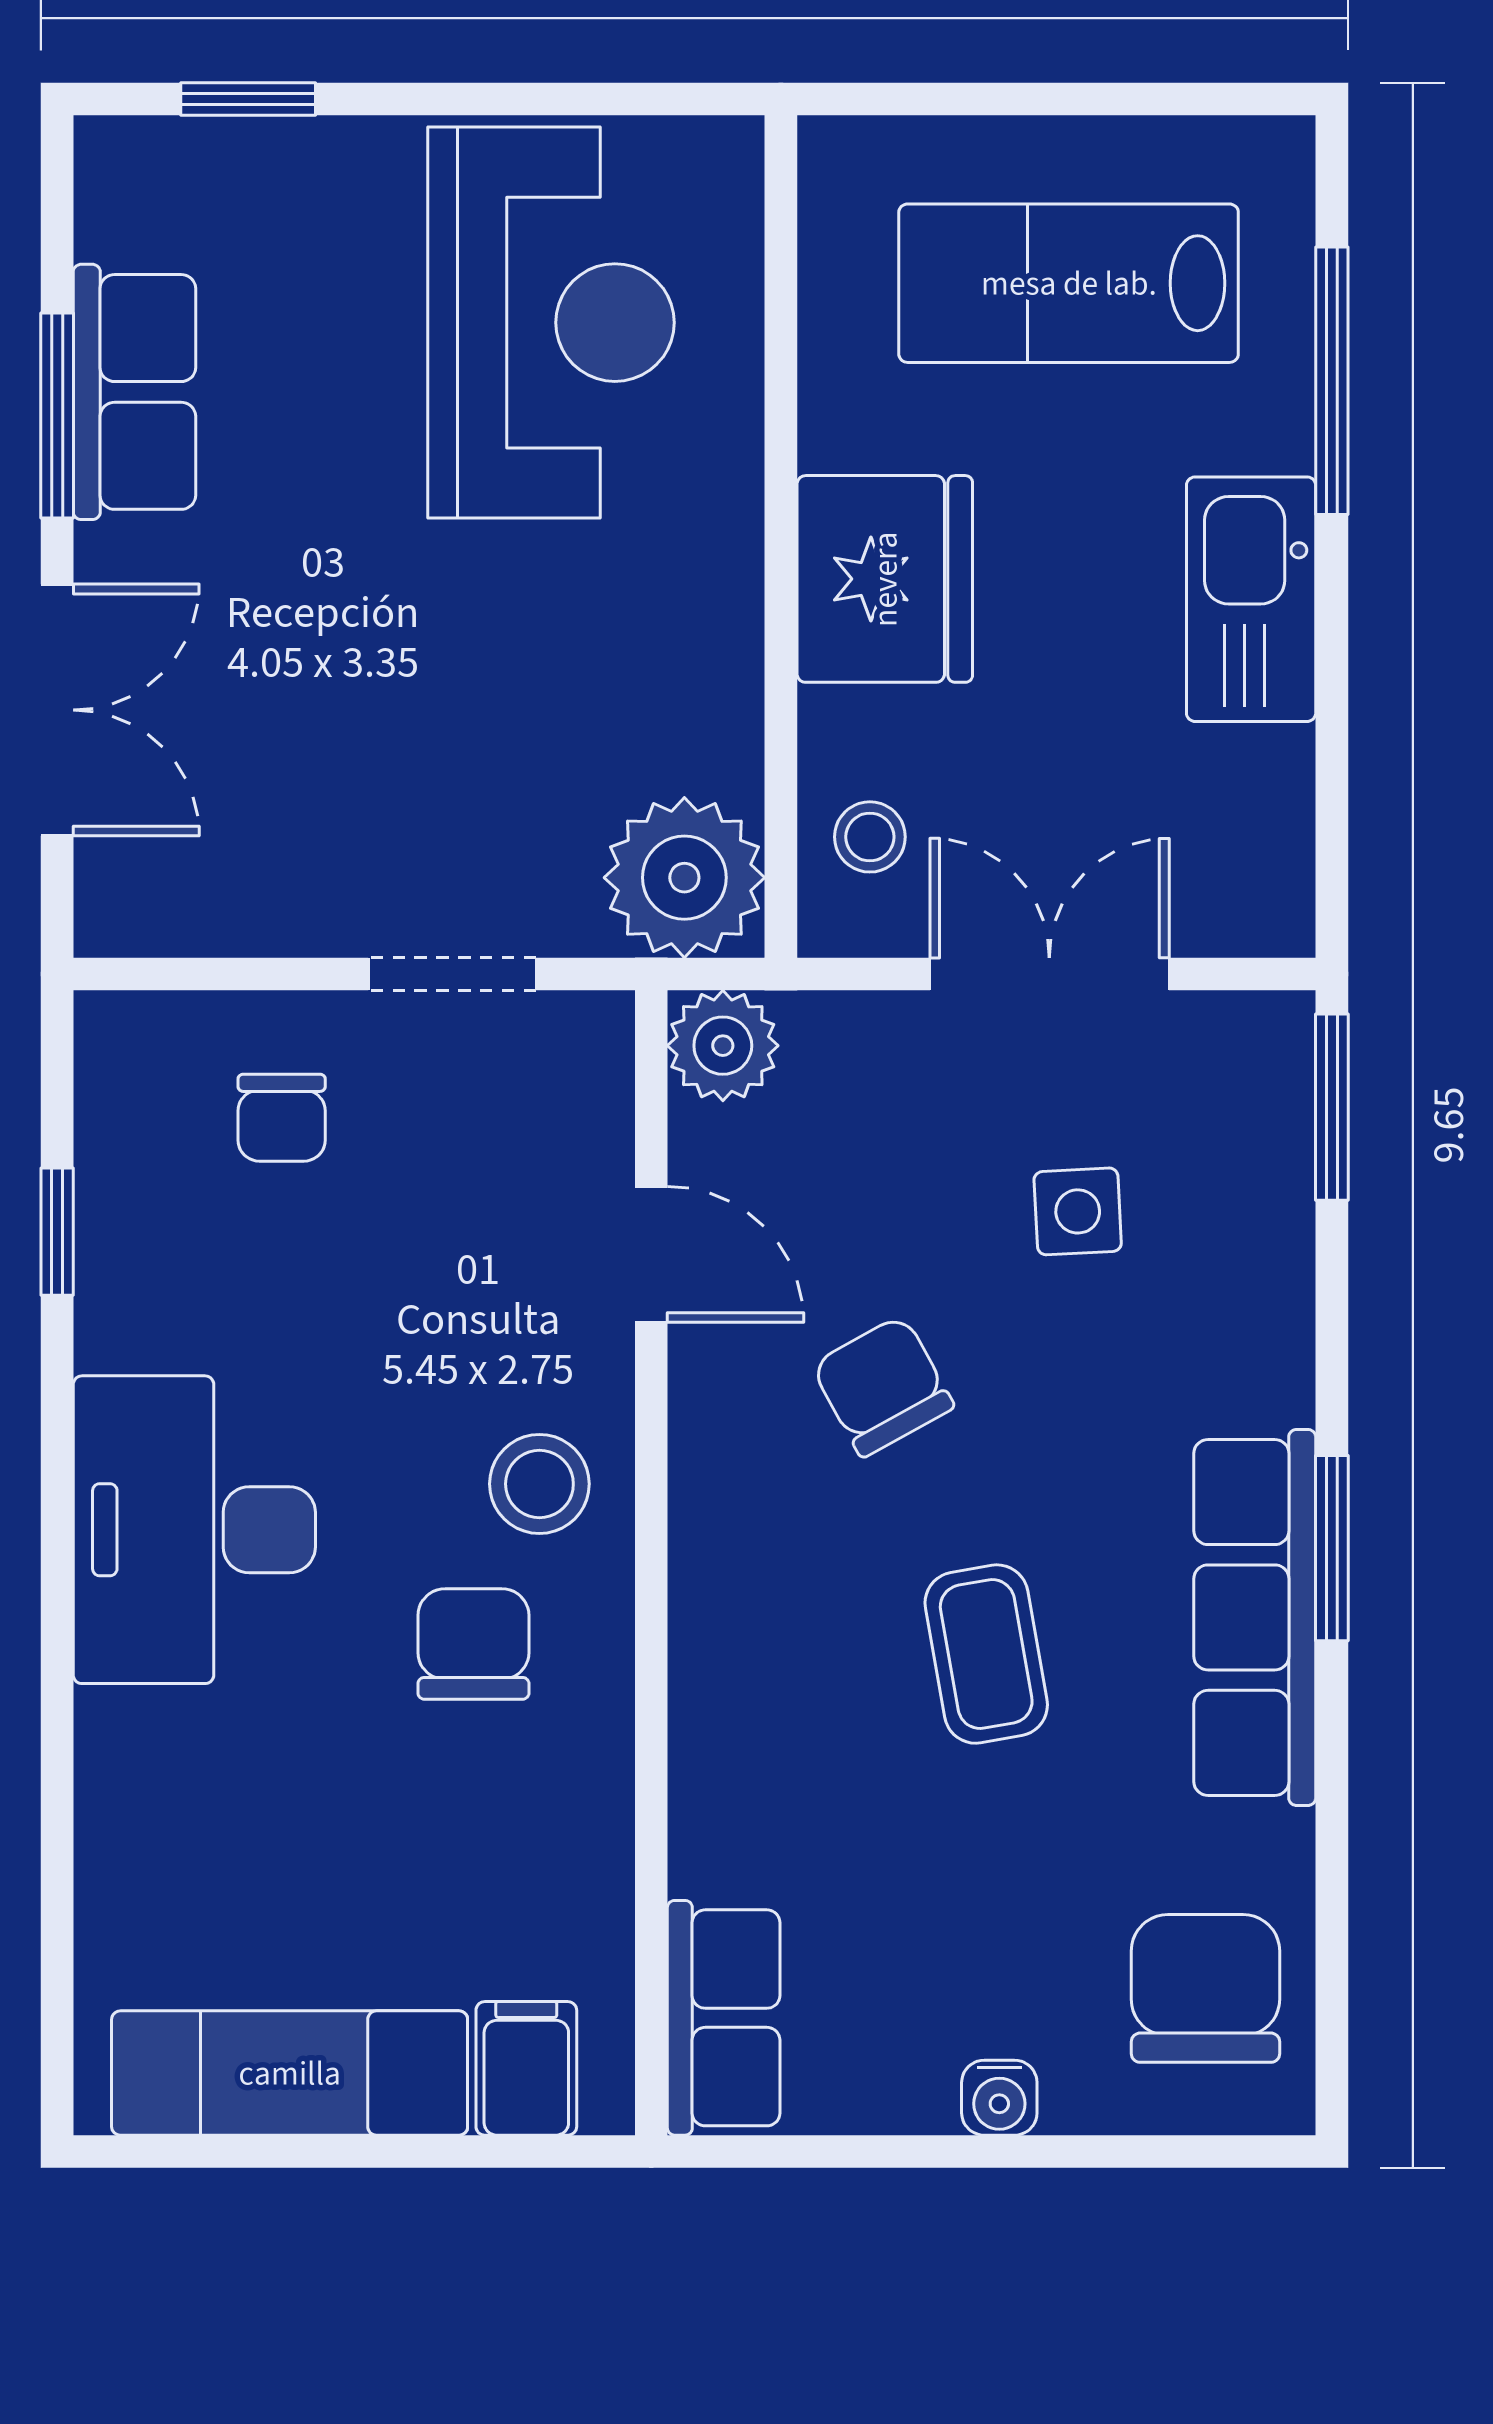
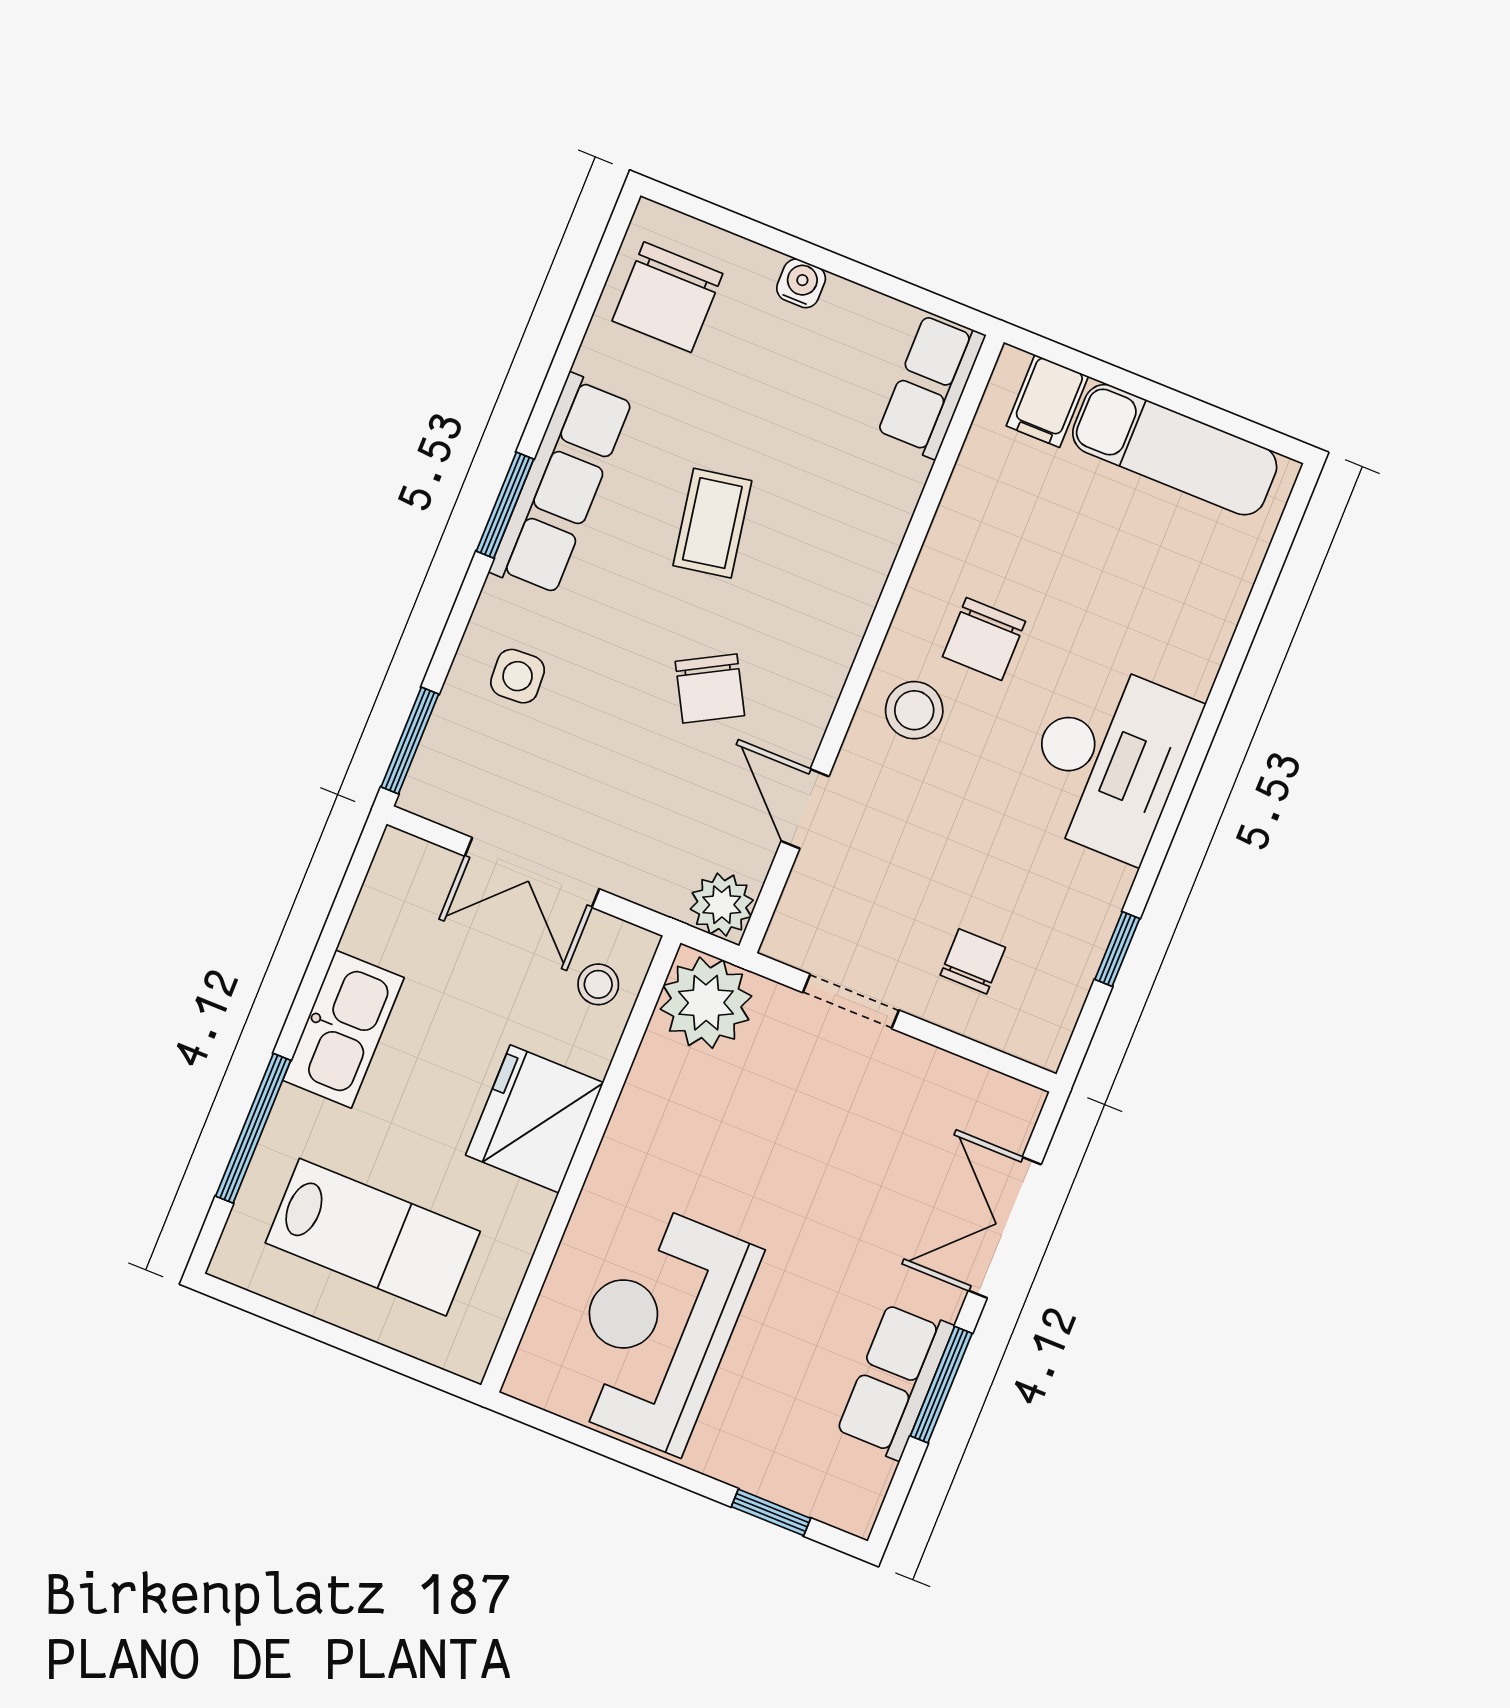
side table: (1078, 1211) -> (518, 676), moved

